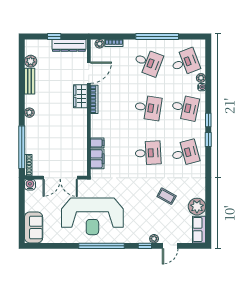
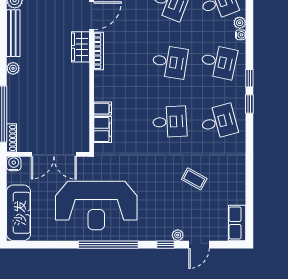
bench: (30, 81) -> (13, 33), width x1.36
plant: (197, 207) -> (234, 193), removed
sofa: (34, 227) -> (19, 213), width x1.36

